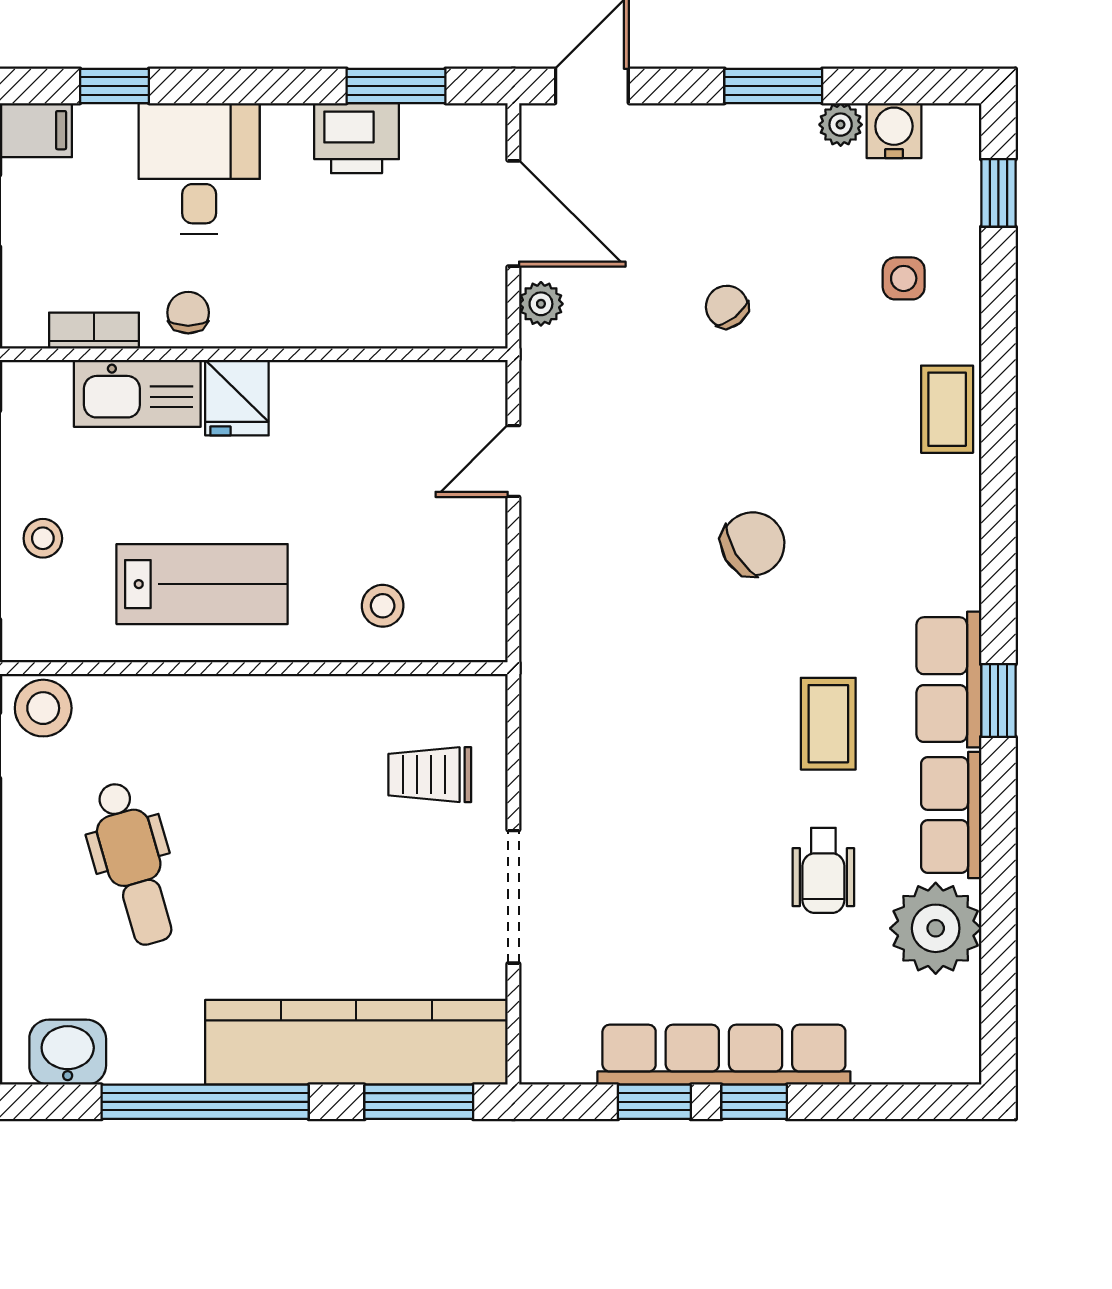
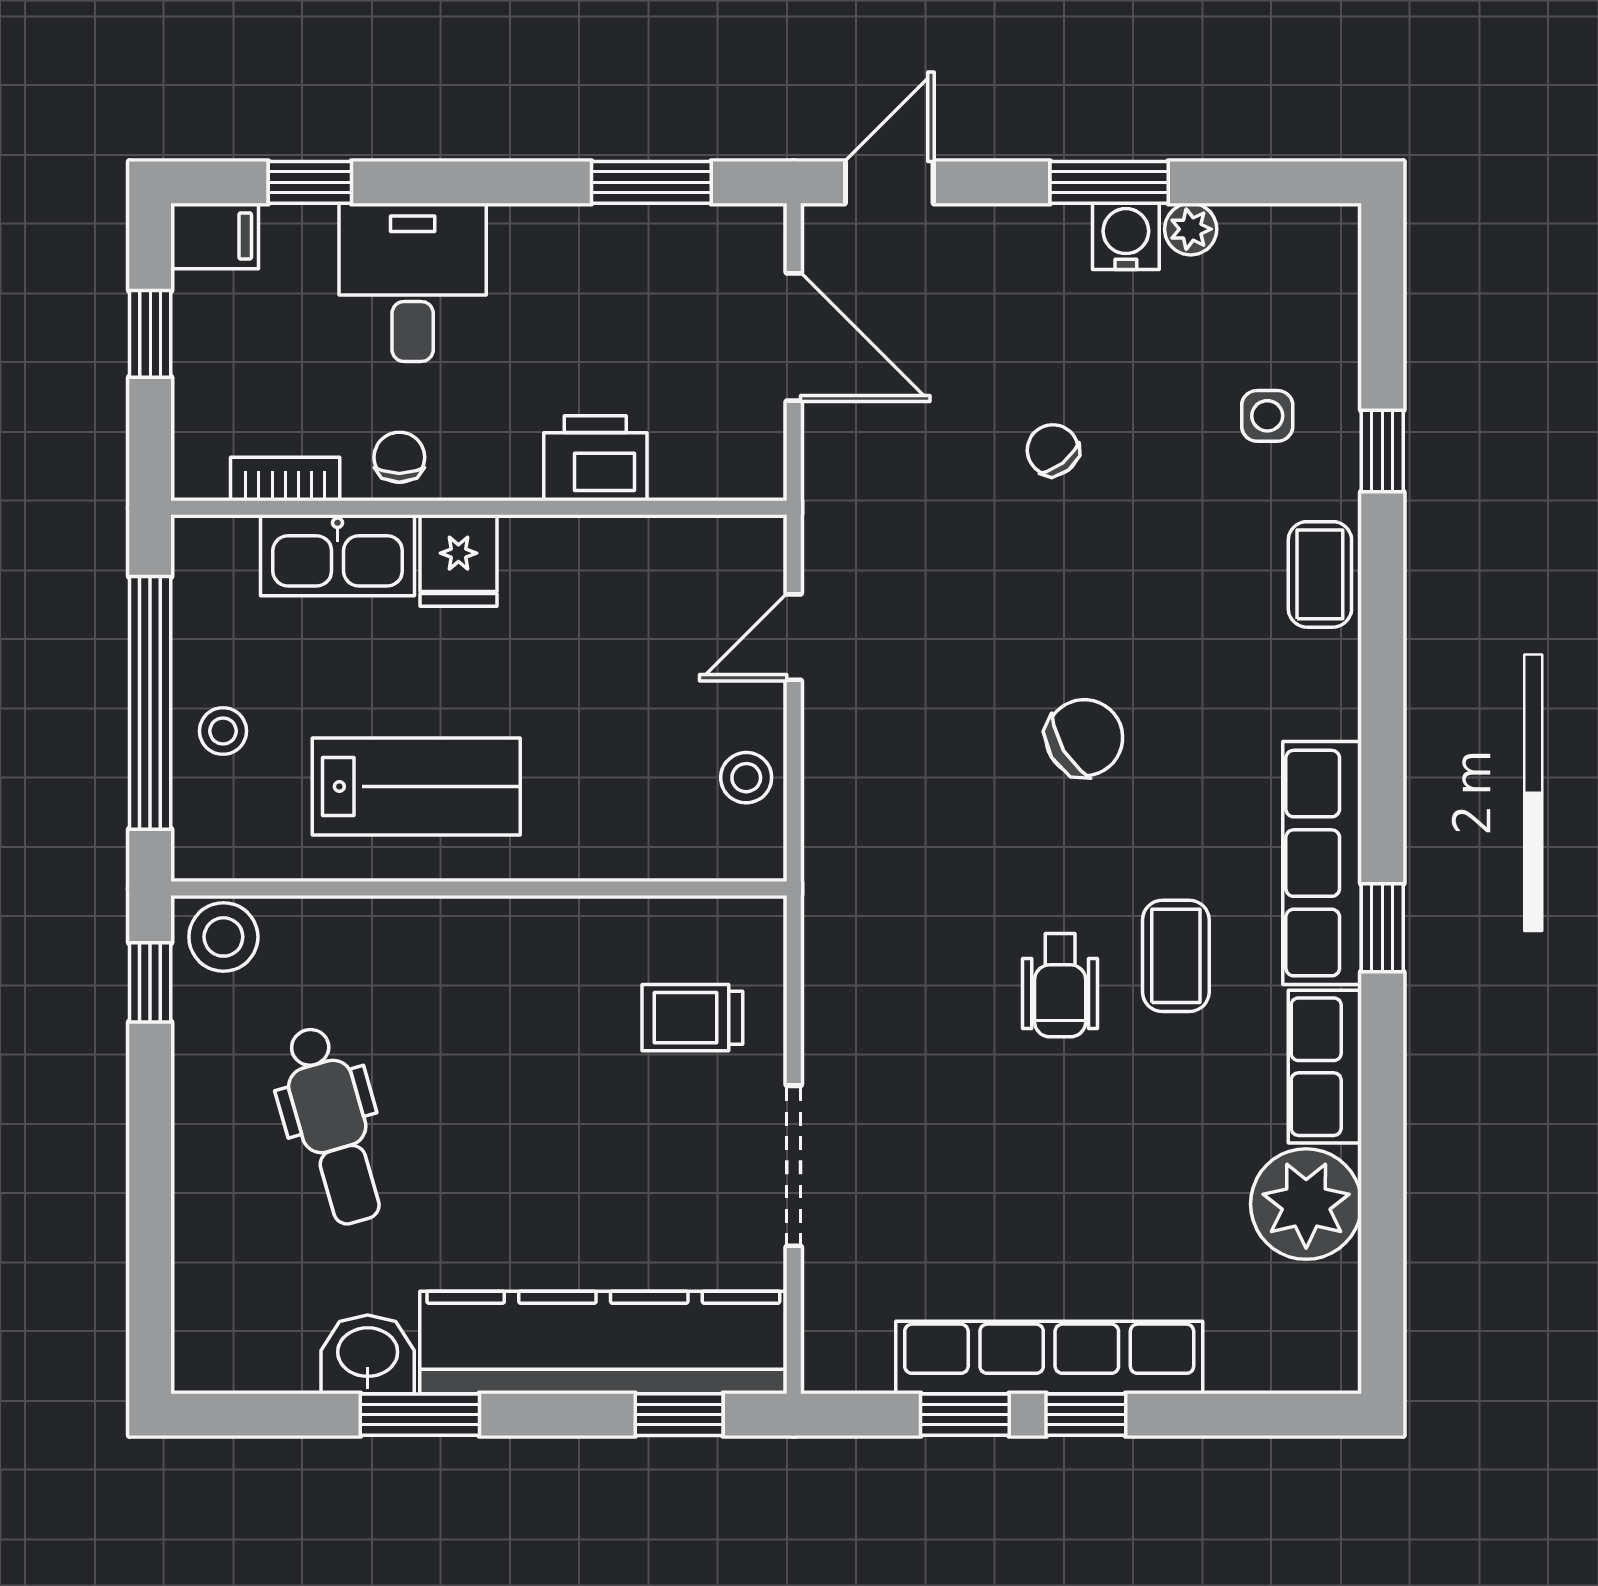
water cooler: (894, 131) -> (1126, 236), moved
printer: (357, 138) -> (595, 458), moved, turned 180
window: (998, 193) -> (1382, 451), moved
plant: (541, 304) -> (827, 447), removed
stool: (383, 606) -> (746, 778), moved
row of seats: (949, 680) -> (1322, 863), width x1.48
wheelchair: (823, 870) -> (1060, 985), moved
washbasin: (68, 1052) -> (368, 1354), moved
window: (205, 1102) -> (420, 1415), width x0.47
window: (419, 1102) -> (679, 1415), width x0.67

